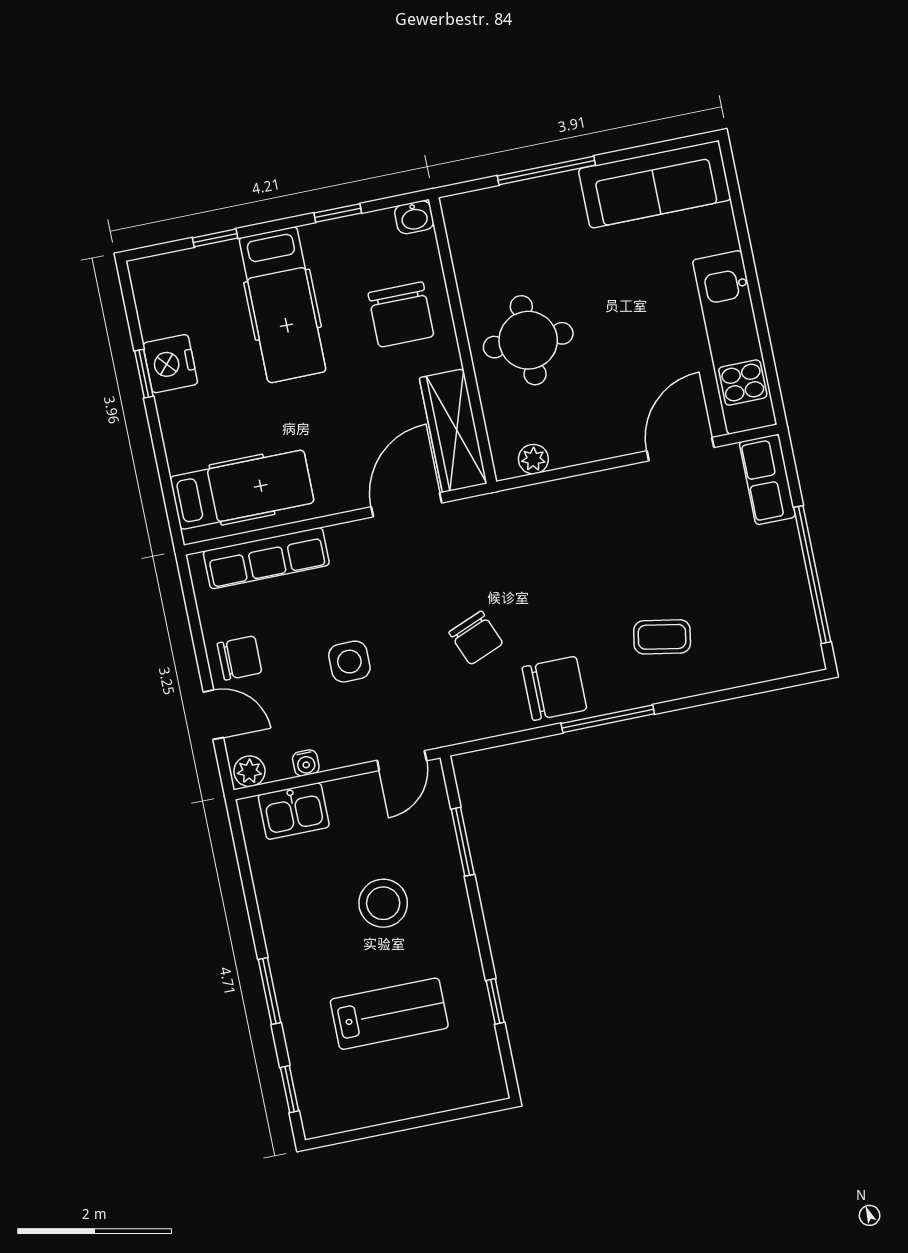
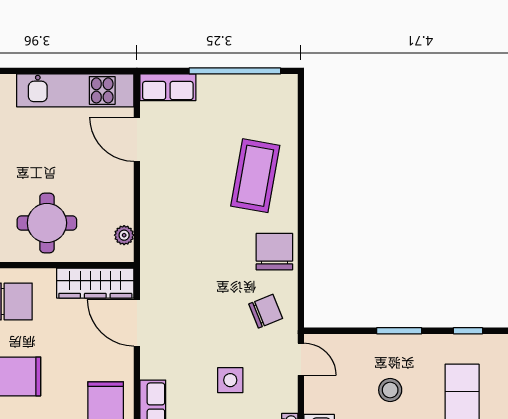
coffee table: (662, 637) -> (255, 176), width x1.86, depth x1.72
chair: (476, 638) -> (266, 311), moved
window: (608, 719) -> (301, 221), removed
window: (463, 842) -> (399, 331), moved
stool: (383, 903) -> (390, 390), width x0.73, depth x0.73

